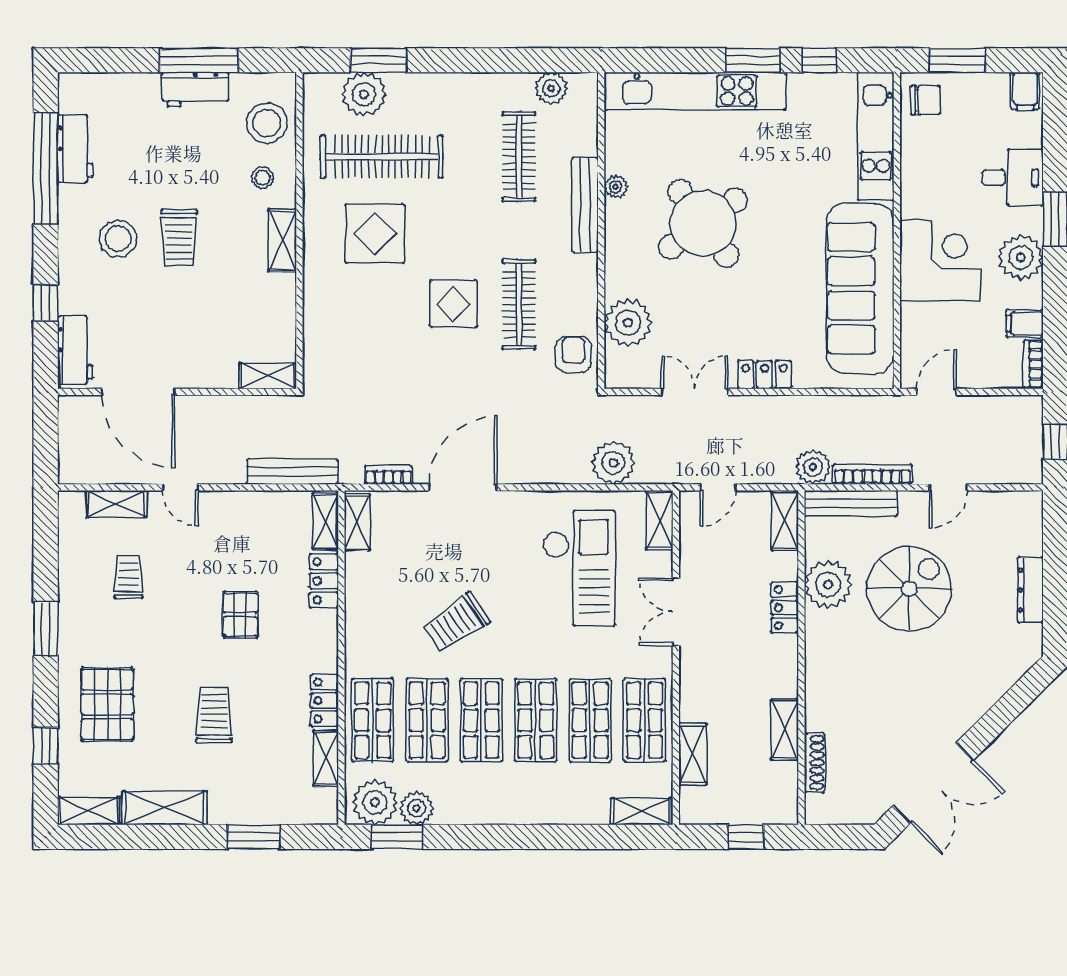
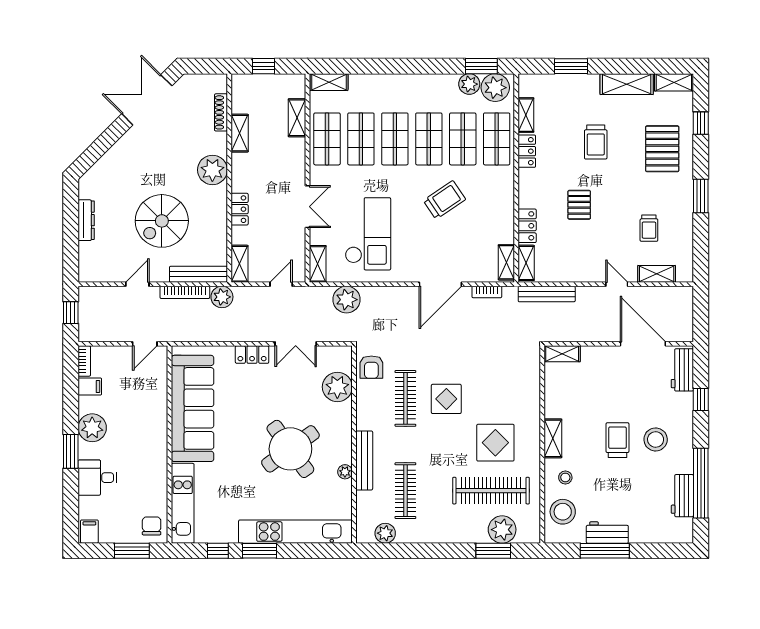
chair: (926, 100) -> (152, 526), turned 90
corner desk: (940, 261) -> (142, 426), removed
checkout: (579, 568) -> (368, 234), turned 180
plant: (828, 584) -> (212, 170), moved

